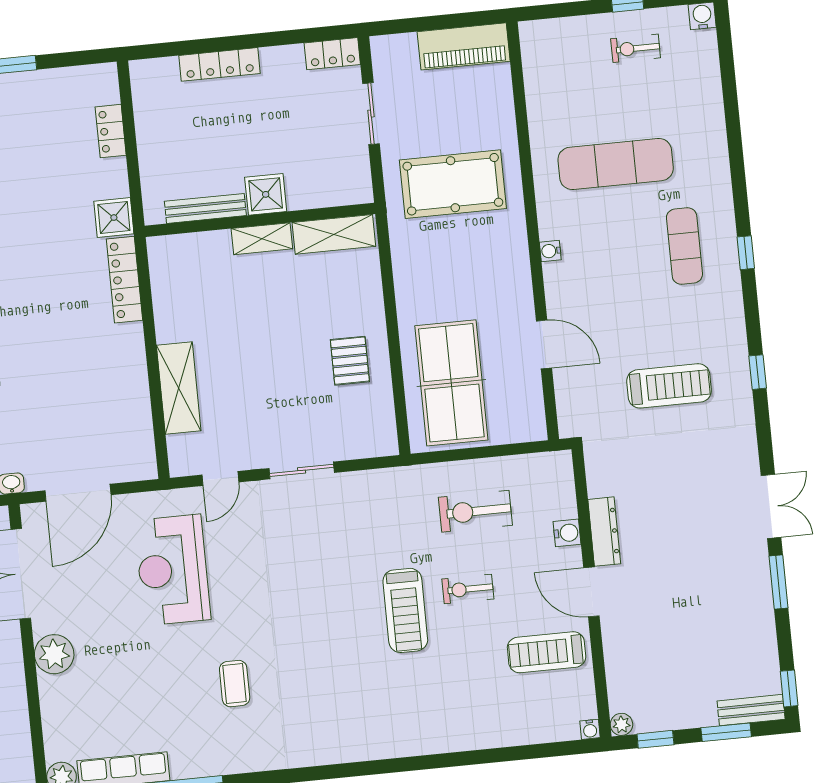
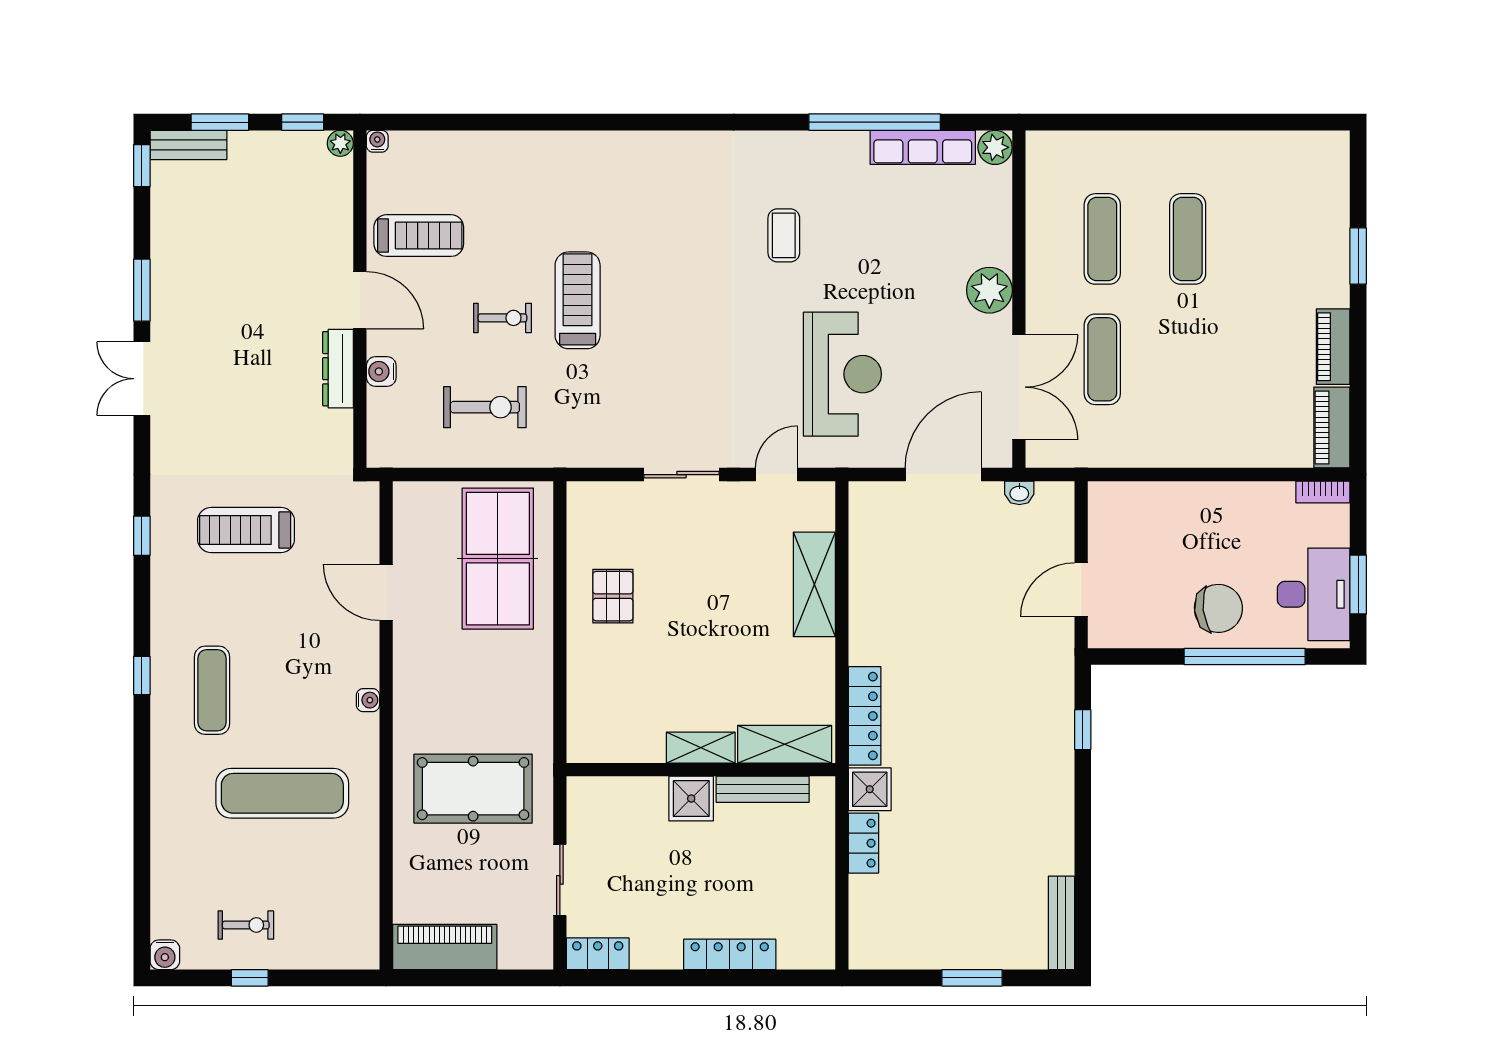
locker: (111, 131) -> (863, 843), moved
shelving: (334, 234) -> (785, 744), moved

